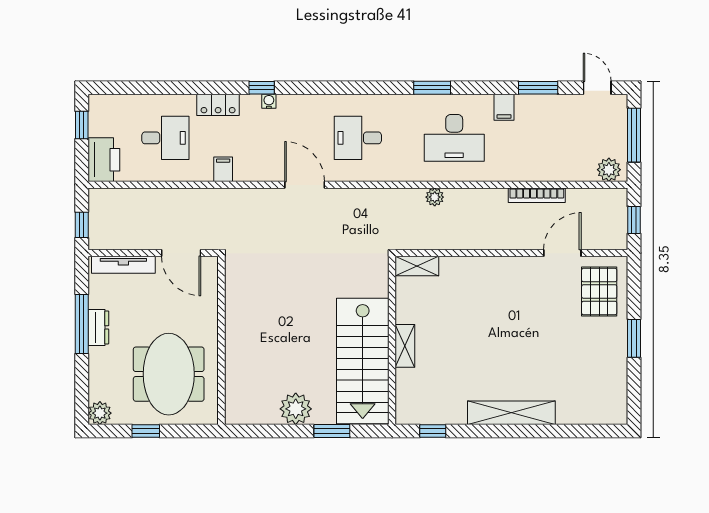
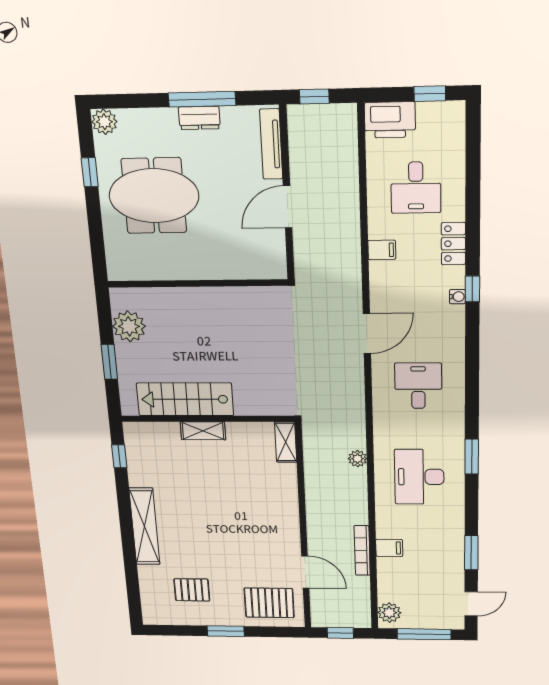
filing cabinet: (504, 107) -> (389, 548), moved, turned 180
wall: (221, 340) -> (197, 283), moved
stairs: (363, 361) -> (185, 399), width x0.73, depth x0.66
pallet: (585, 370) -> (192, 590), added

